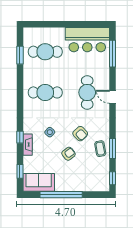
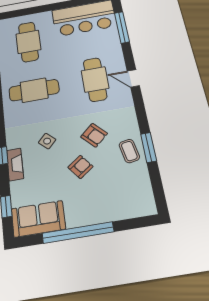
cafe table: (45, 52) -> (28, 42), turned 90
window: (112, 178) -> (159, 192), removed

